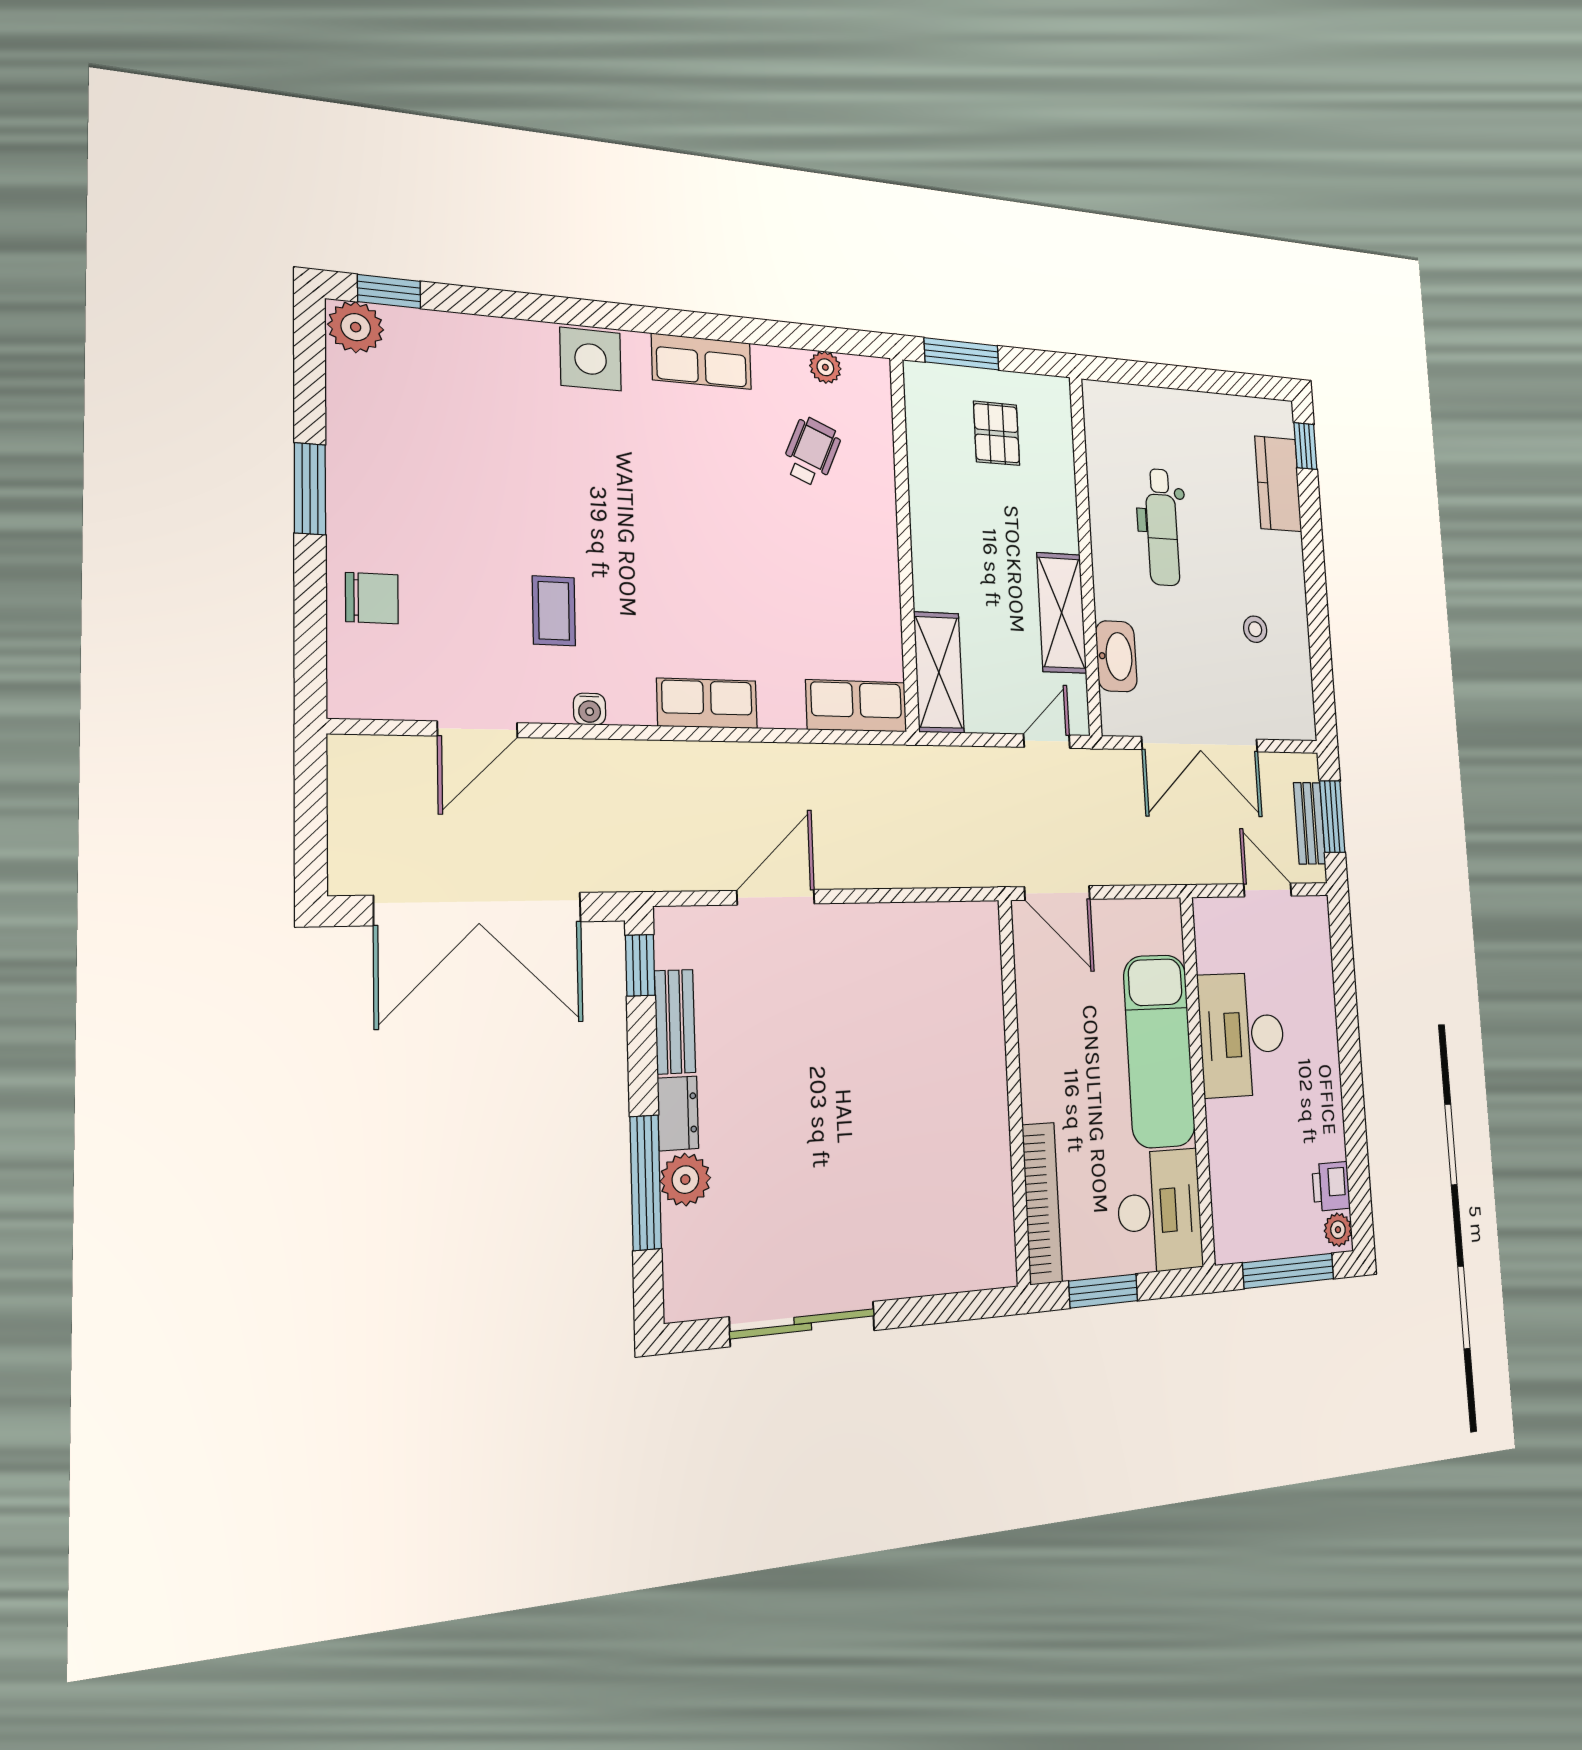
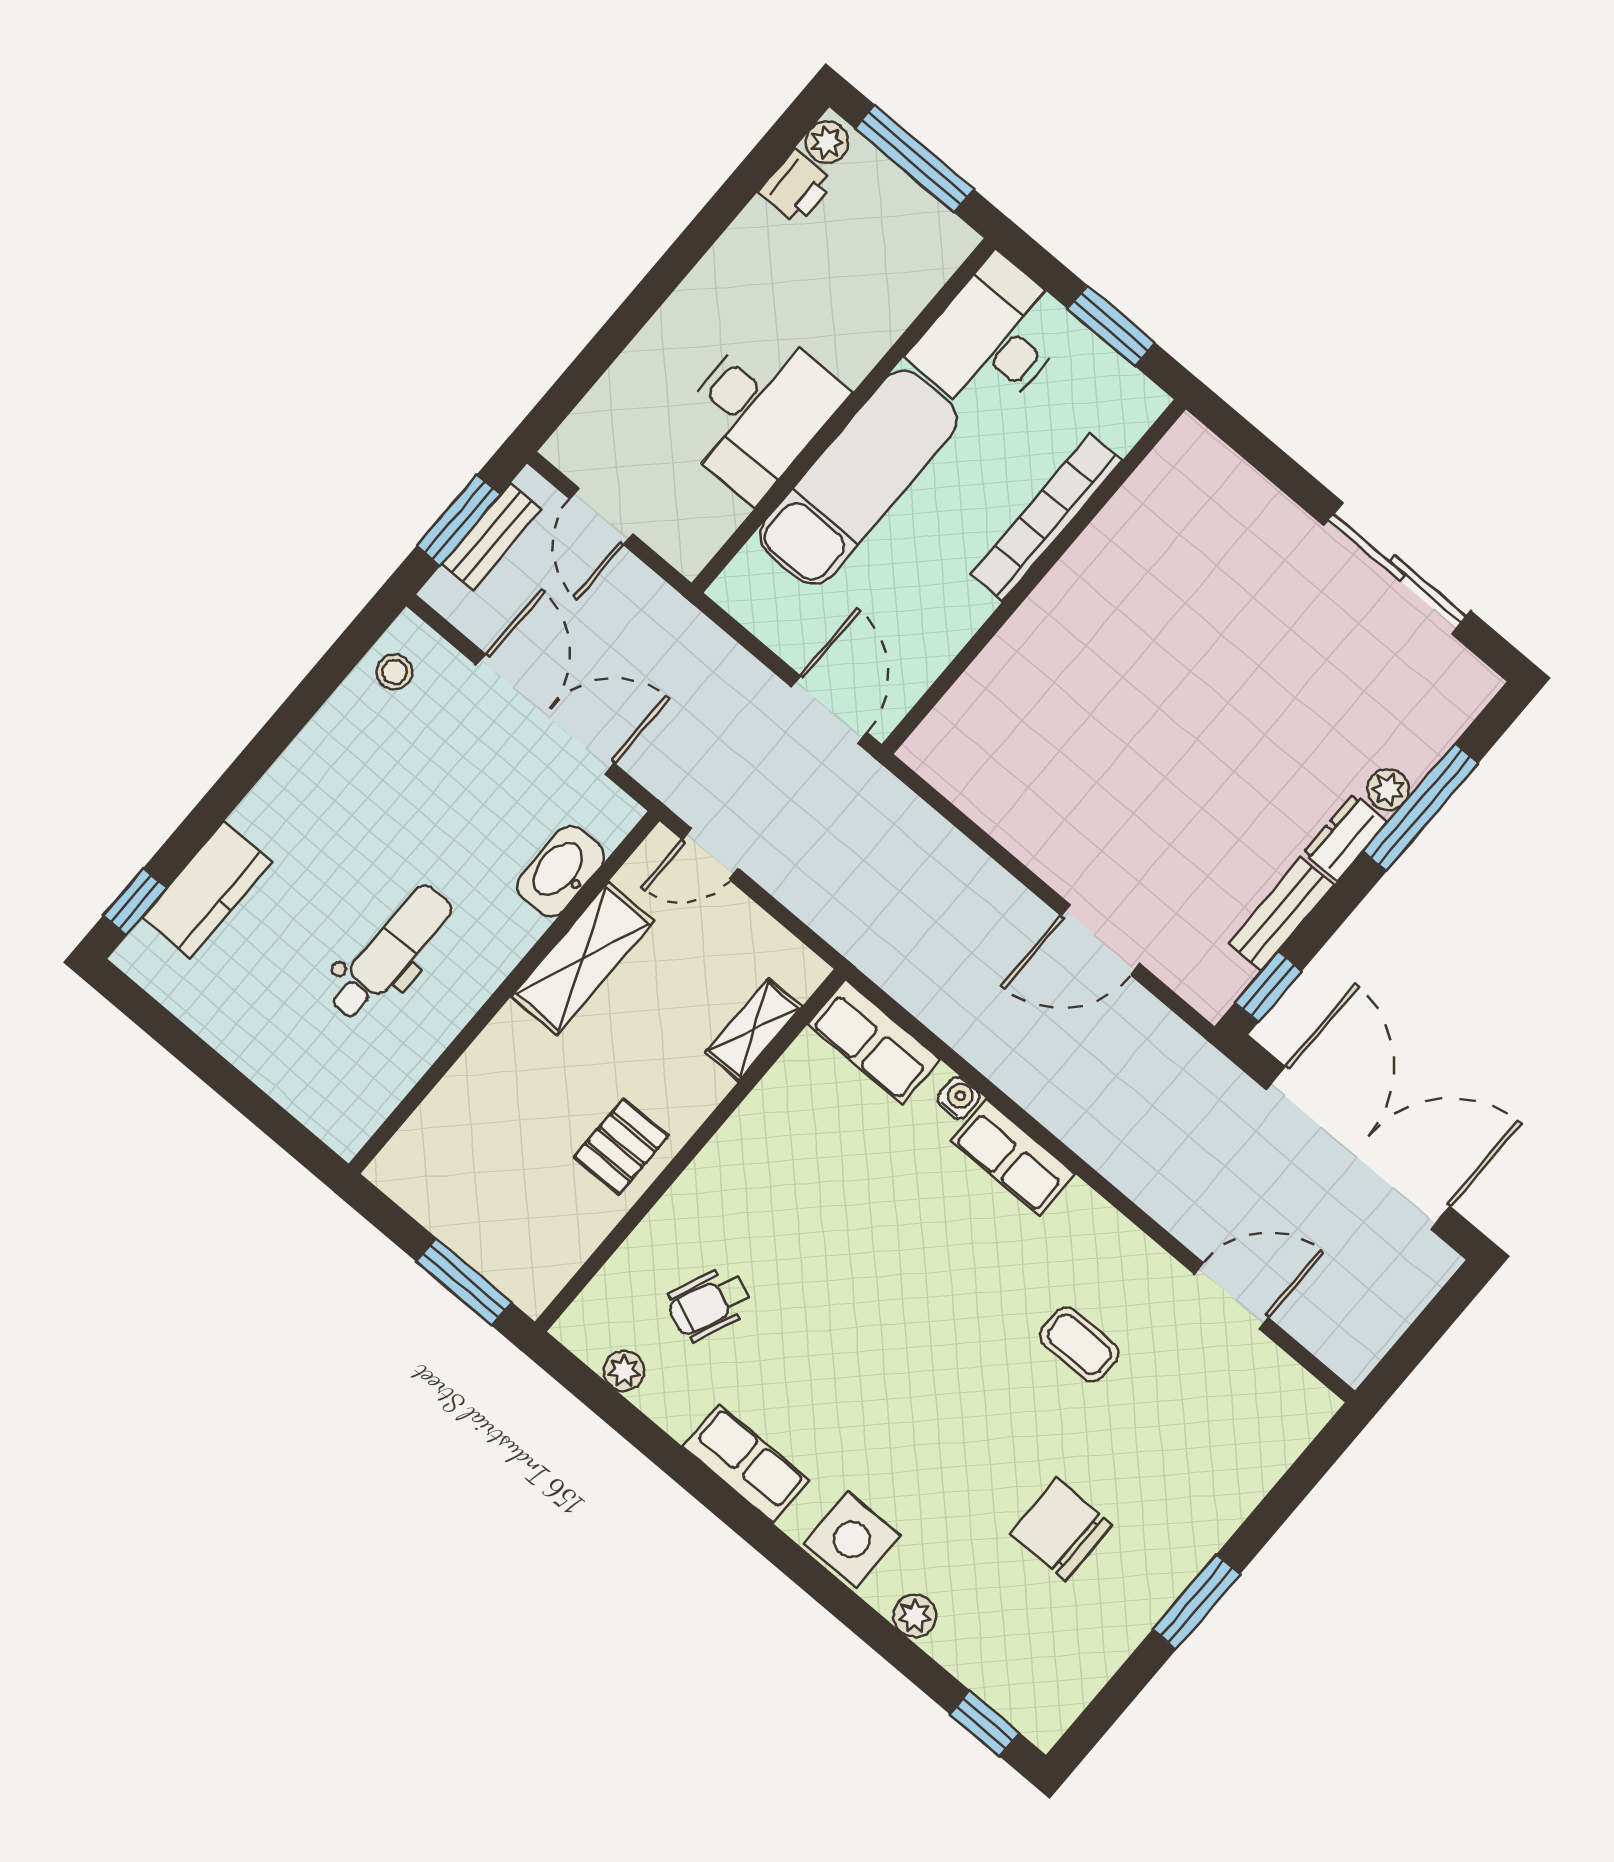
plant: (356, 327) -> (915, 1616), moved, width x0.73, depth x0.73
pallet: (997, 433) -> (621, 1146), moved
chair: (372, 598) -> (1061, 1529), moved, width x1.37, depth x1.37
coffee table: (554, 611) -> (1079, 1344), turned 90
stool: (1255, 629) -> (394, 672), moved
shelving: (939, 672) -> (754, 1029), width x0.67, depth x0.75
water cooler: (590, 709) -> (958, 1098), moved
plant: (685, 1180) -> (1388, 789), width x0.73, depth x0.73
bookcase: (1042, 1203) -> (1047, 517), moved

